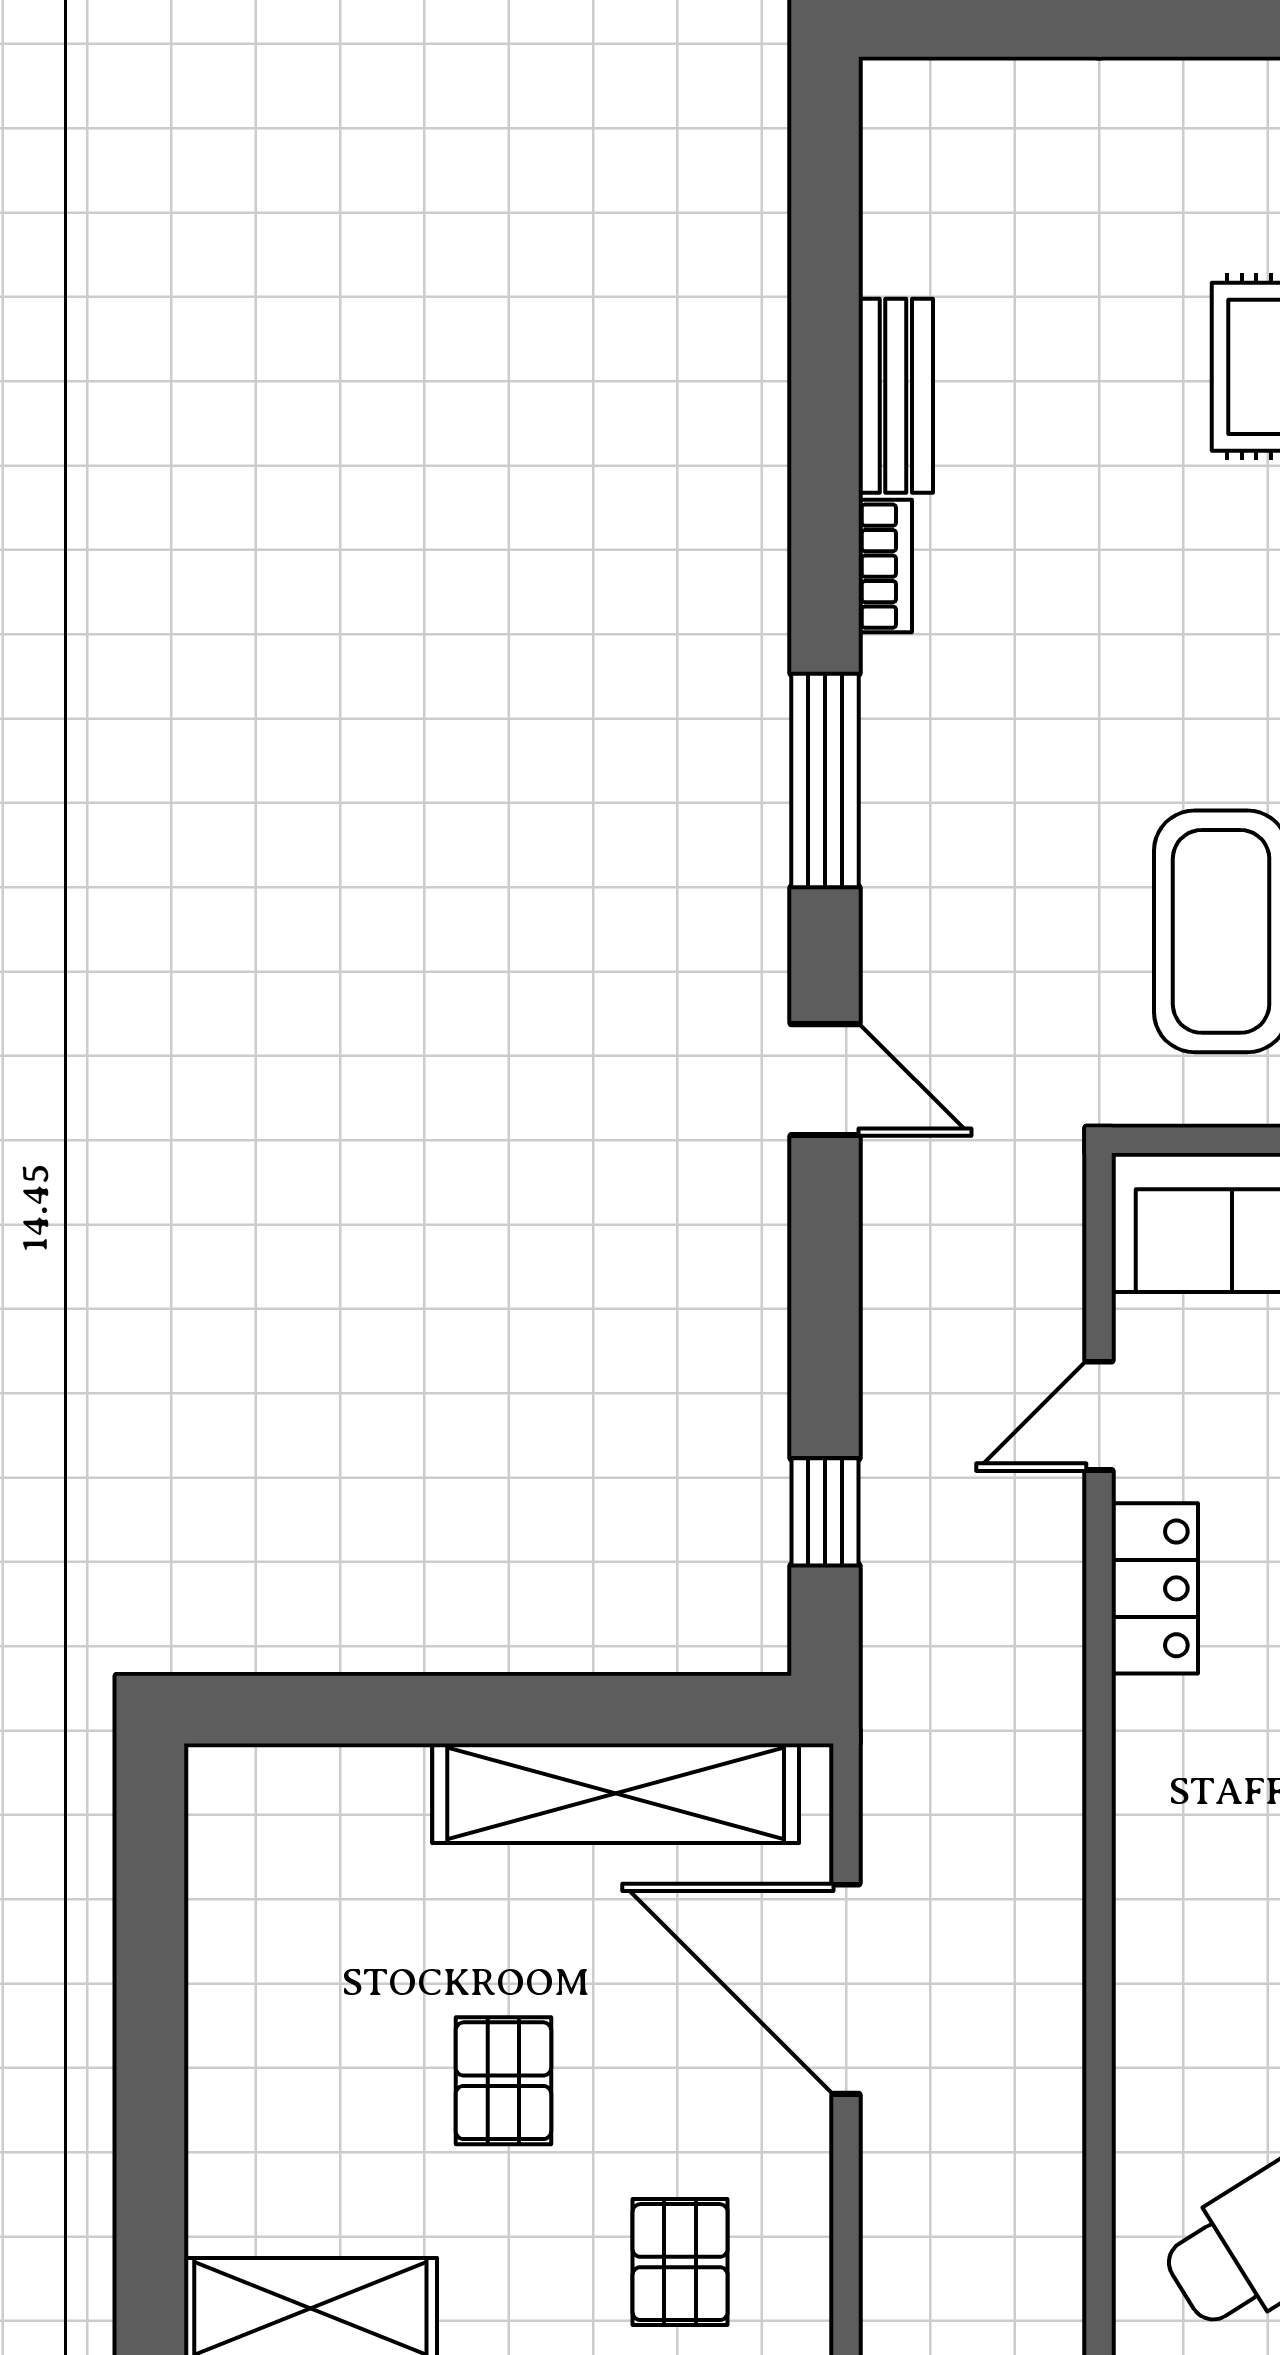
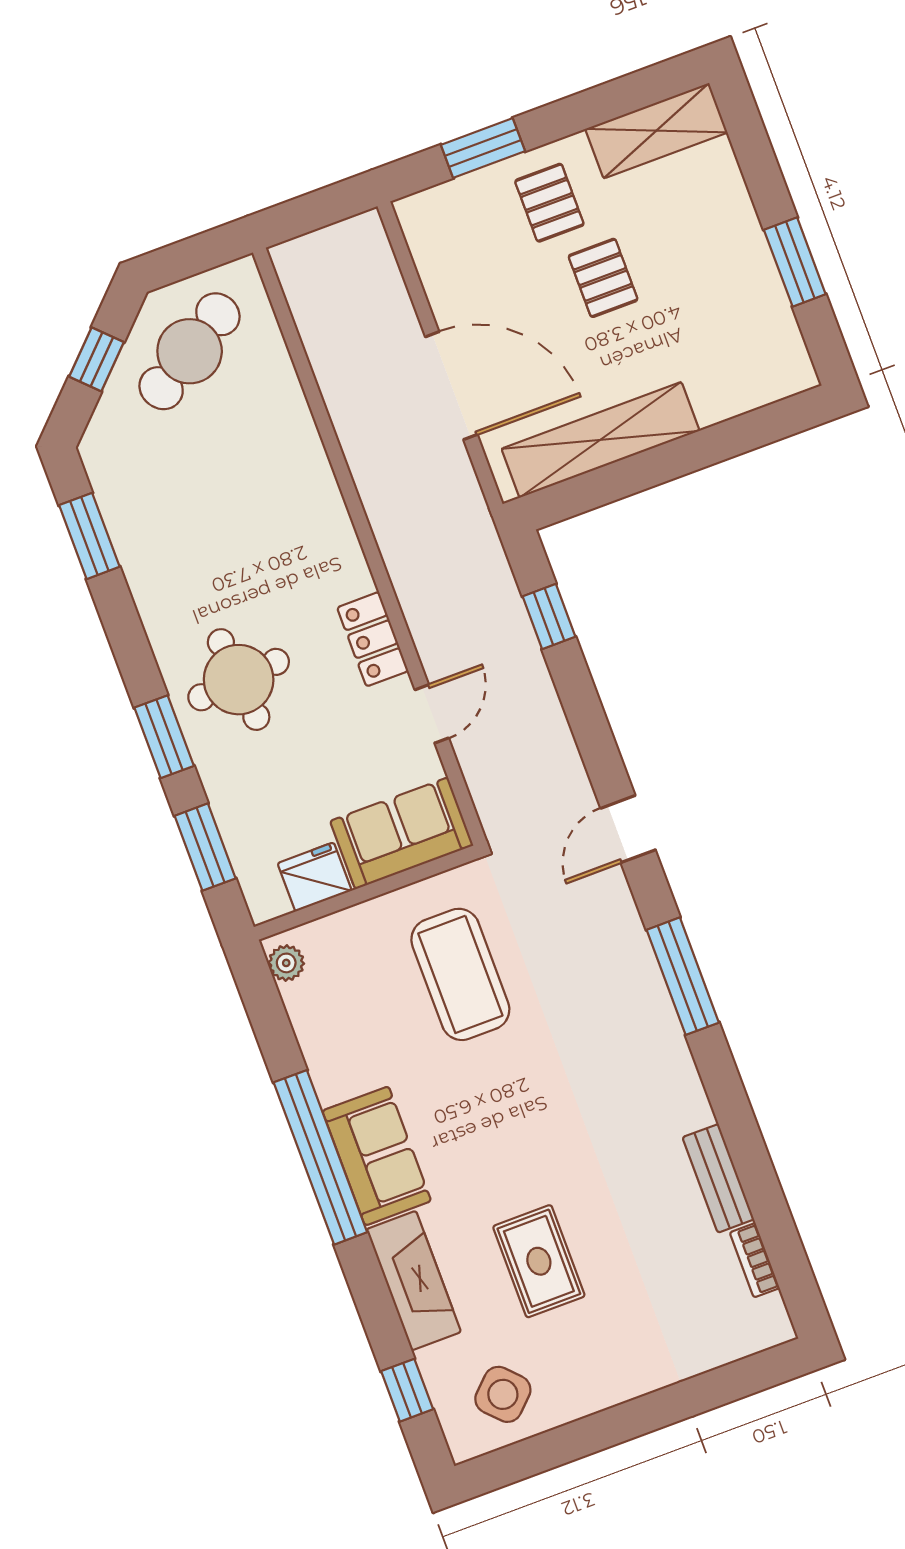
bookcase: (885, 566) -> (755, 1260), moved
door: (825, 1080) -> (628, 829), hinge flipped
window: (150, 1982) -> (795, 262), added
pallet: (680, 2262) -> (549, 203), moved

